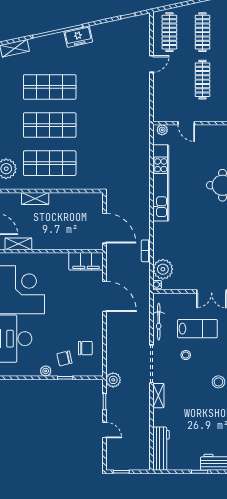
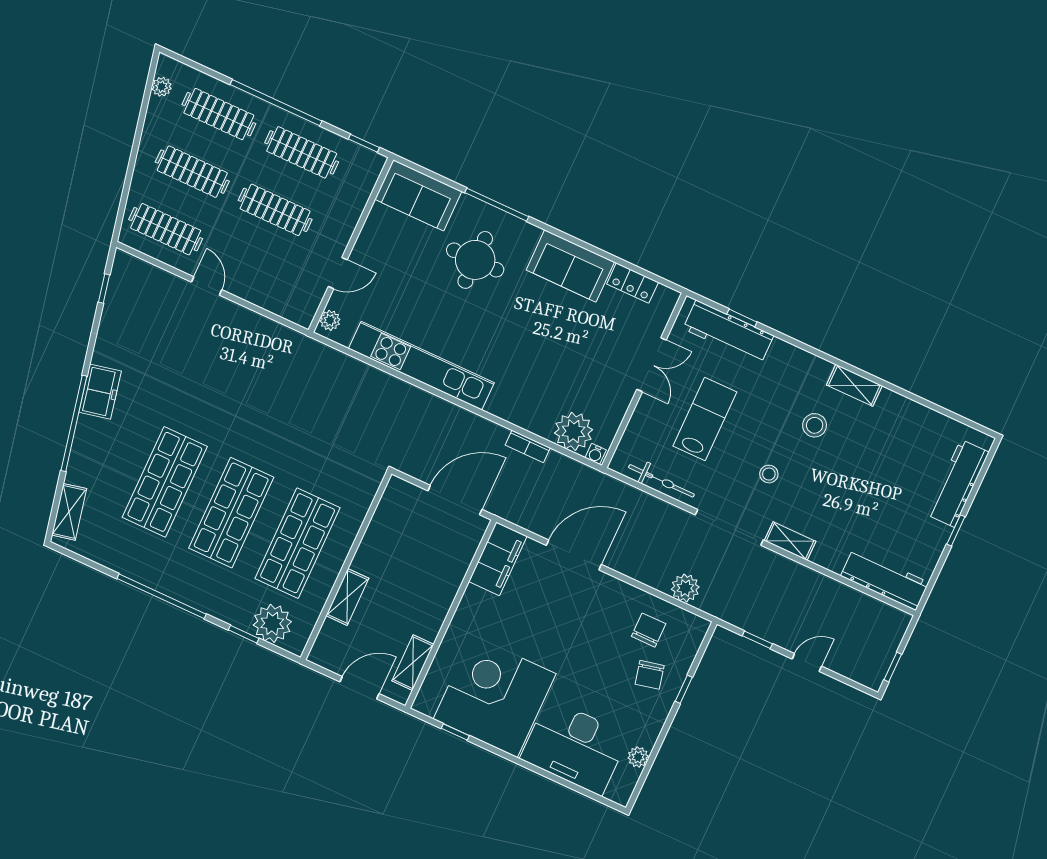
stool: (186, 355) -> (769, 474), moved
plant: (46, 371) -> (638, 757), moved
plant: (113, 380) -> (685, 588), moved

